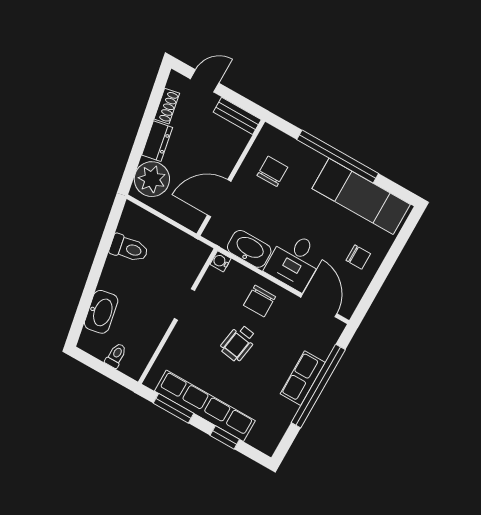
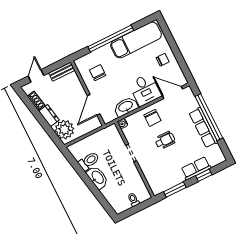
washbasin: (101, 312) -> (97, 178), moved
wheelchair: (238, 343) -> (165, 140), turned -99
row of seats: (303, 378) -> (203, 128), width x1.48
row of seats: (205, 406) -> (196, 168), width x0.50

